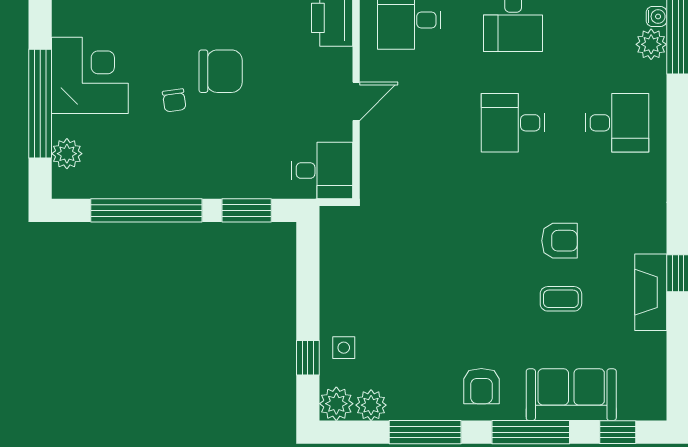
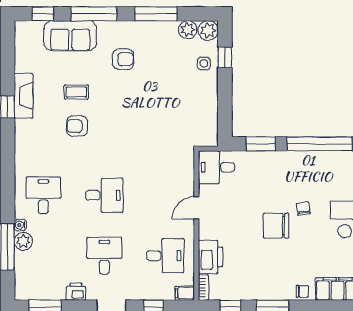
water cooler: (656, 17) -> (20, 225), moved
desk: (617, 123) -> (43, 195), turned 90
armchair: (481, 386) -> (123, 59), moved, turned 90

